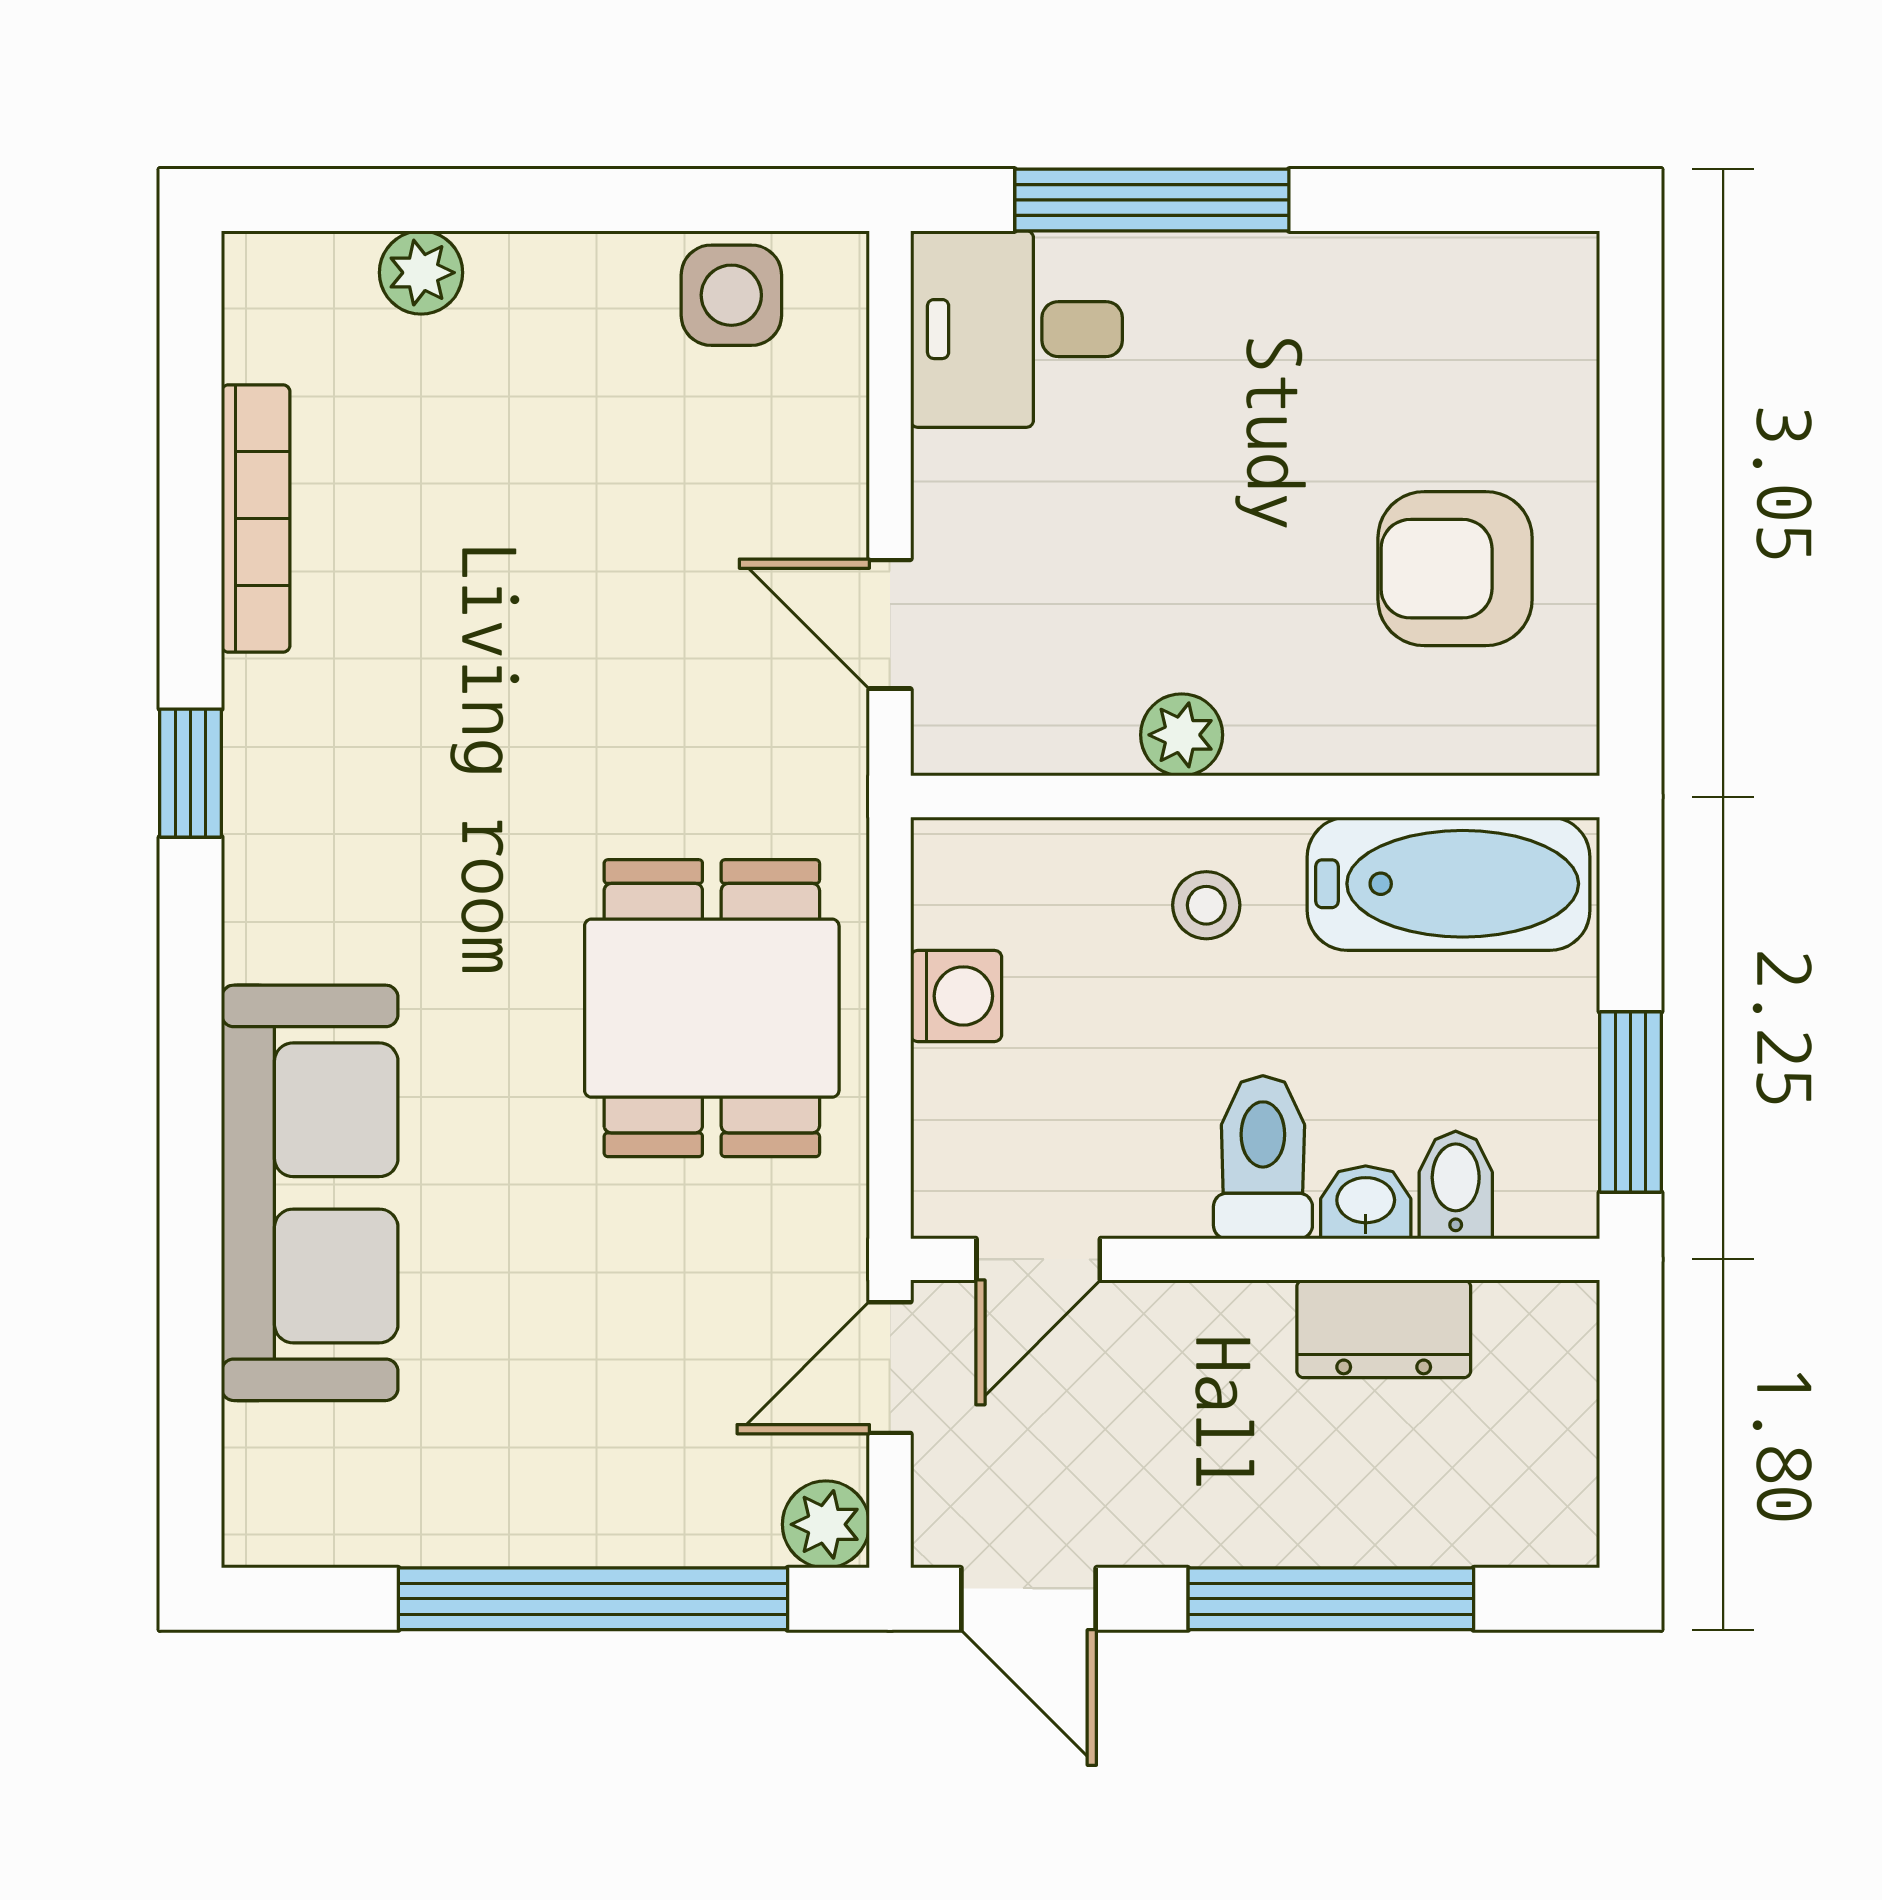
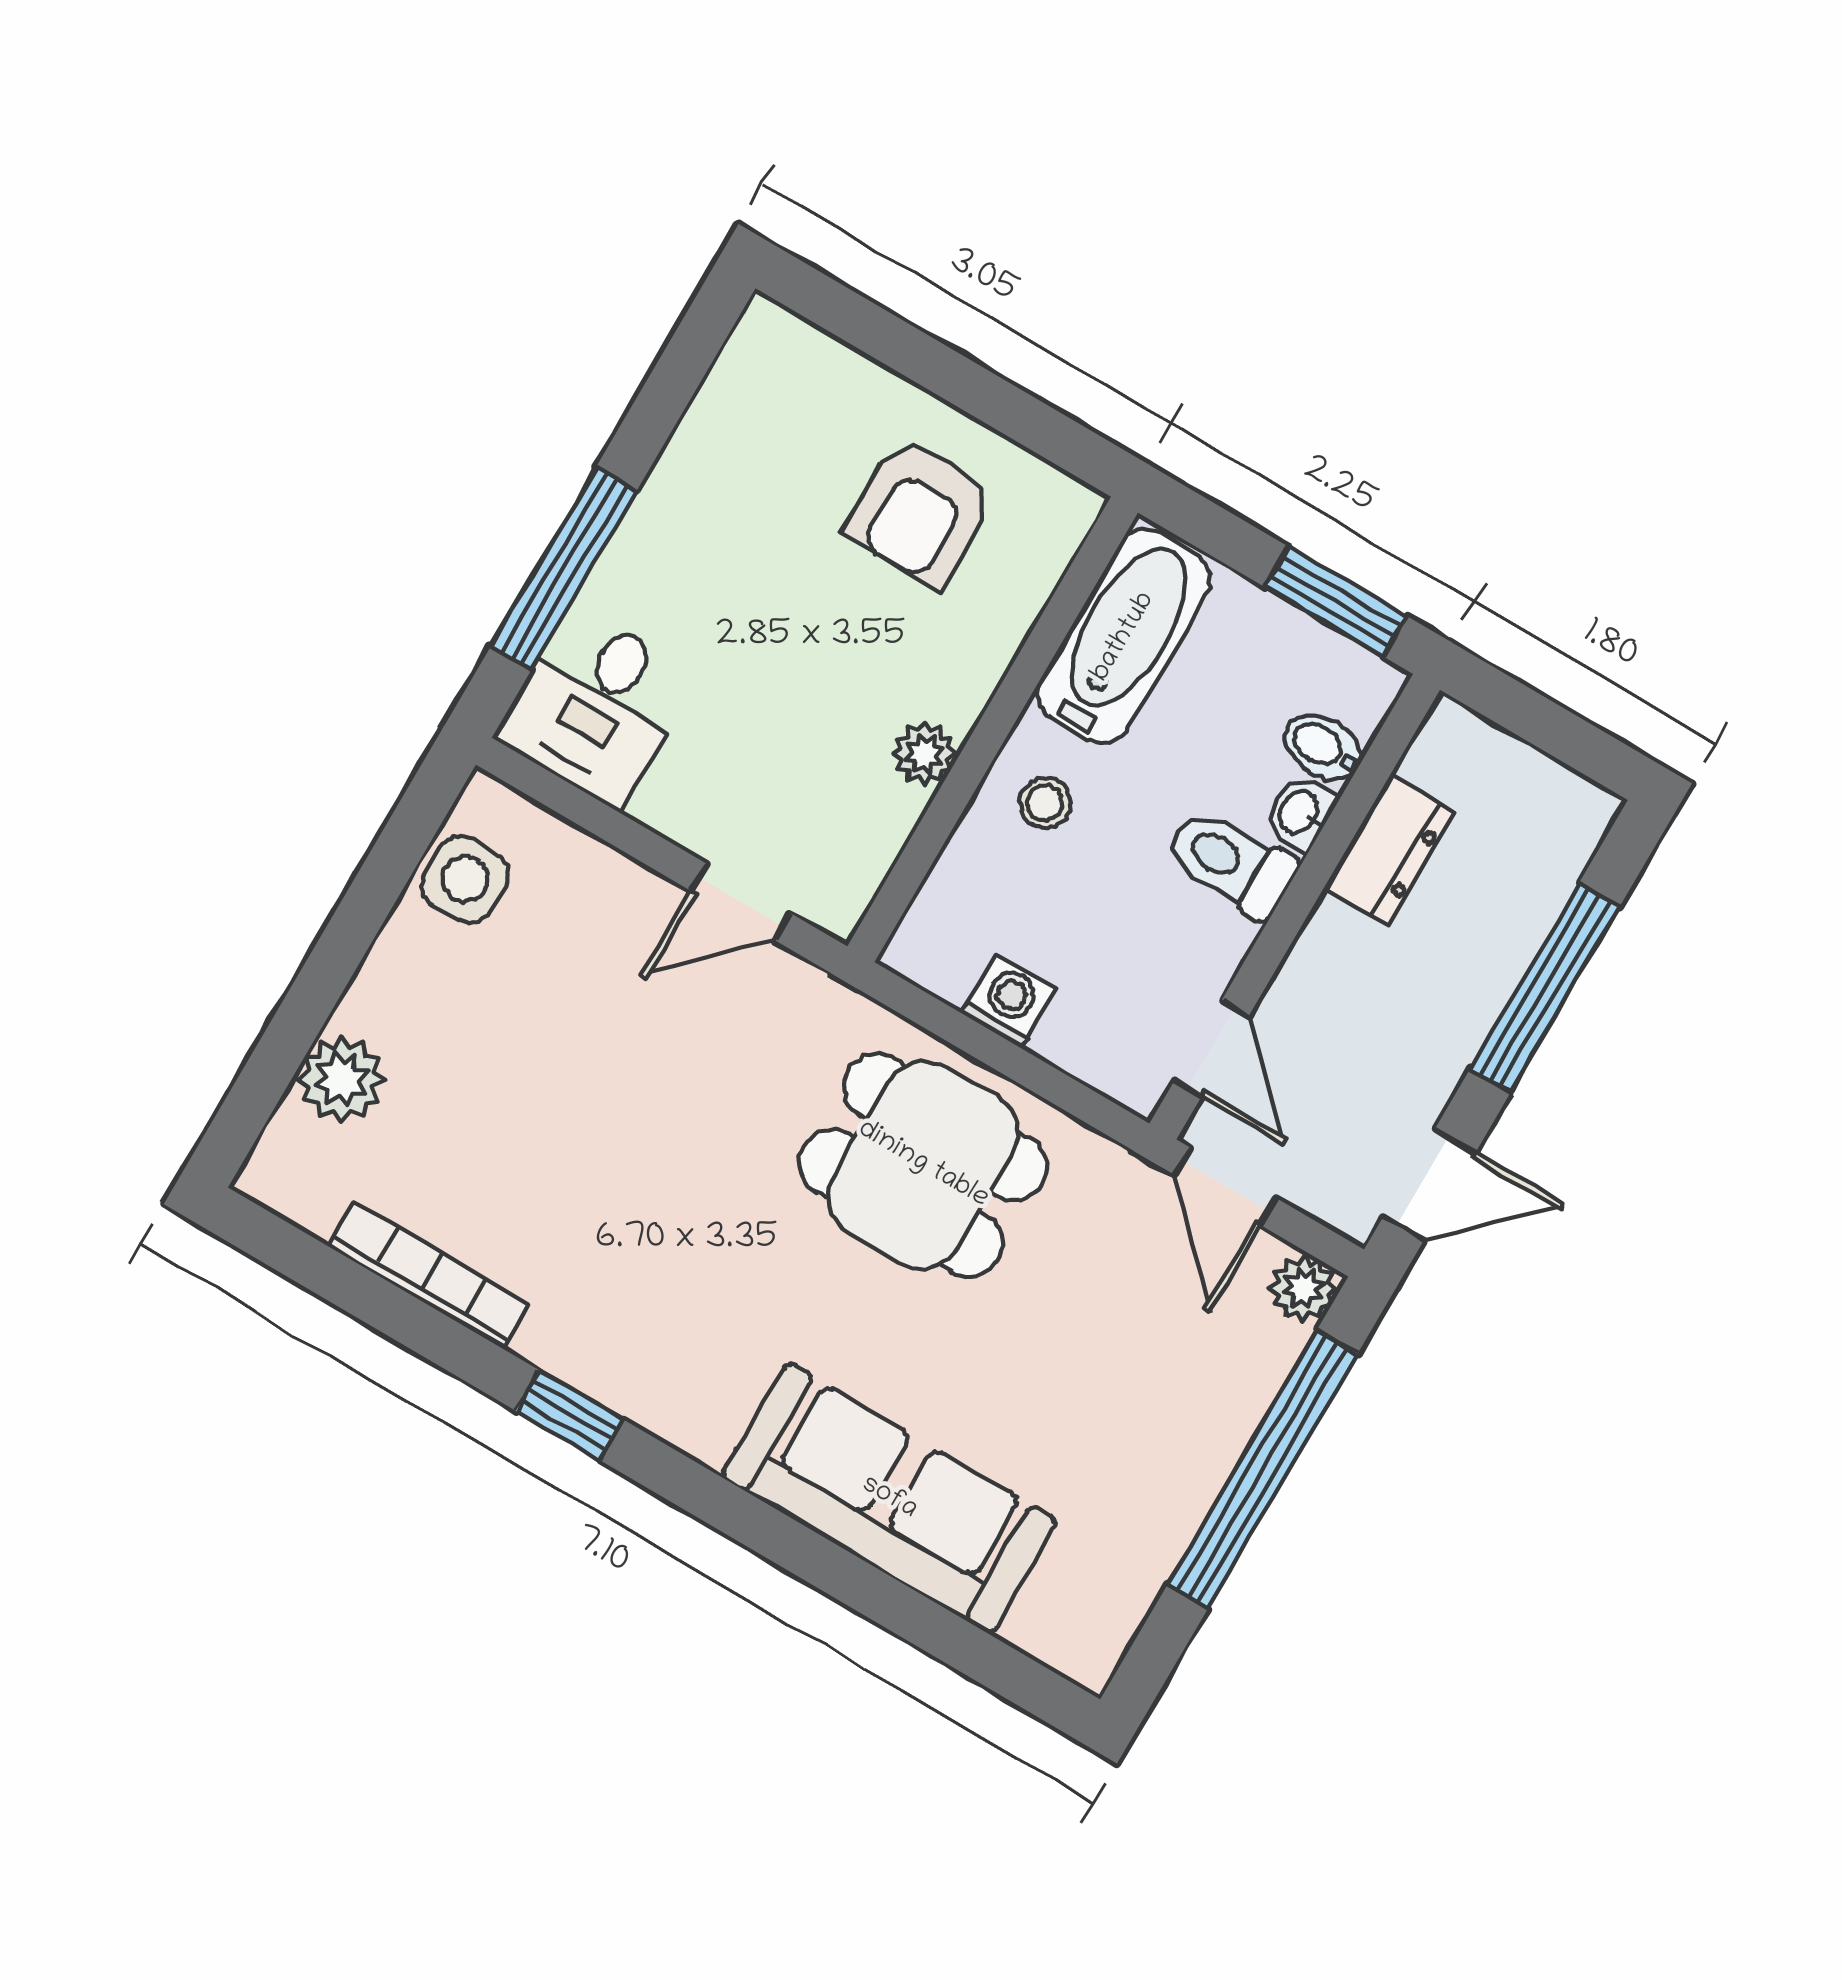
plant: (421, 273) -> (342, 1079), width x1.38, depth x1.38

